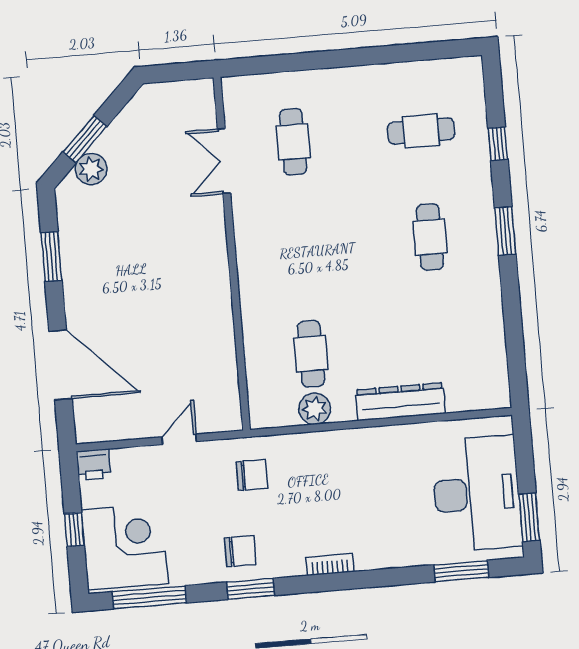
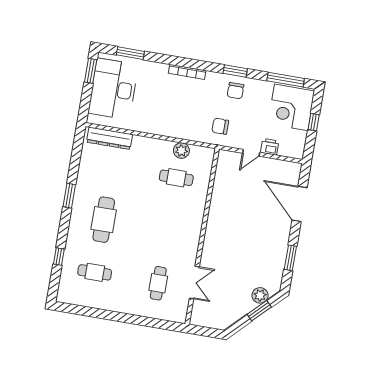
window: (505, 231) -> (69, 196), moved
cafe table: (430, 237) -> (104, 220), width x1.37, depth x1.35
cafe table: (311, 354) -> (176, 178), turned 90
dresser: (401, 402) -> (110, 138), moved
printer: (93, 465) -> (270, 147), moved
chair: (240, 551) -> (235, 91), turned -90
bookcase: (330, 564) -> (187, 72), width x1.56

